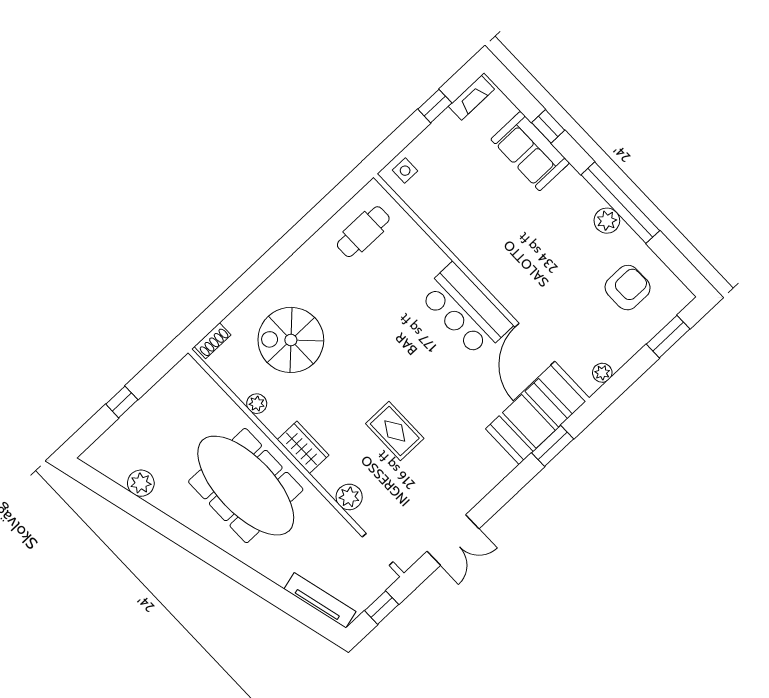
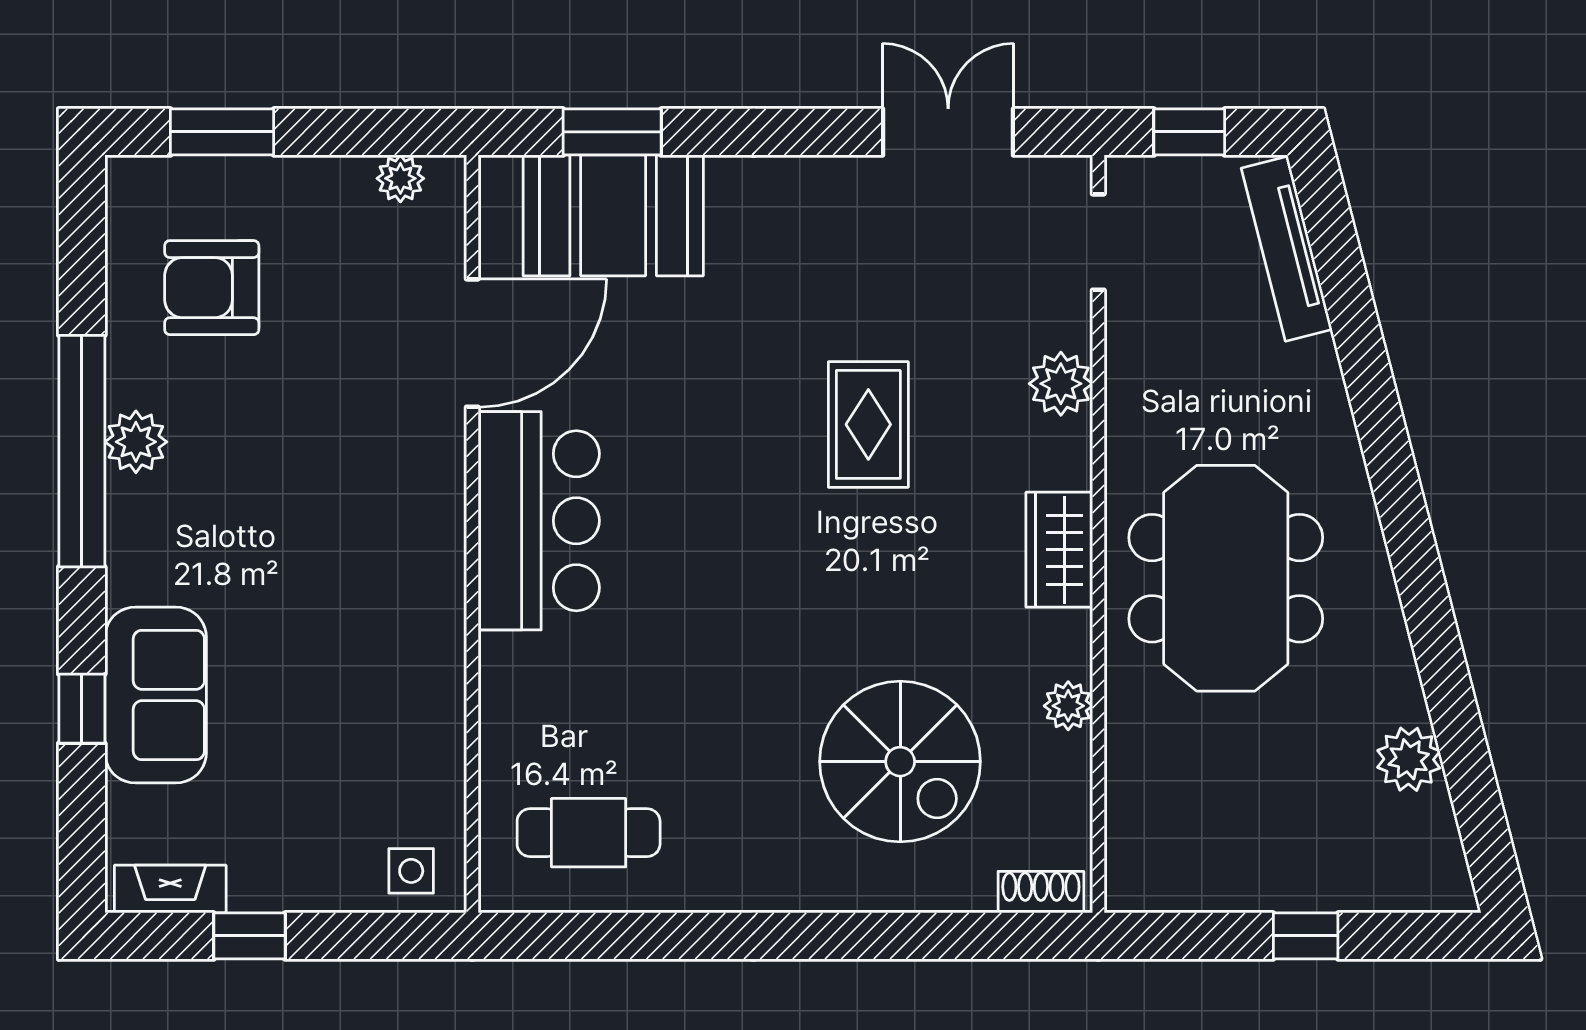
meeting table: (246, 486) -> (1226, 578), width x0.73

